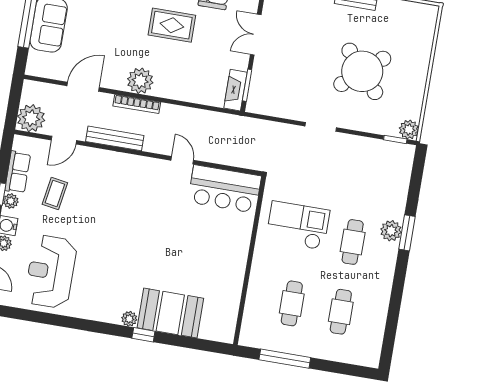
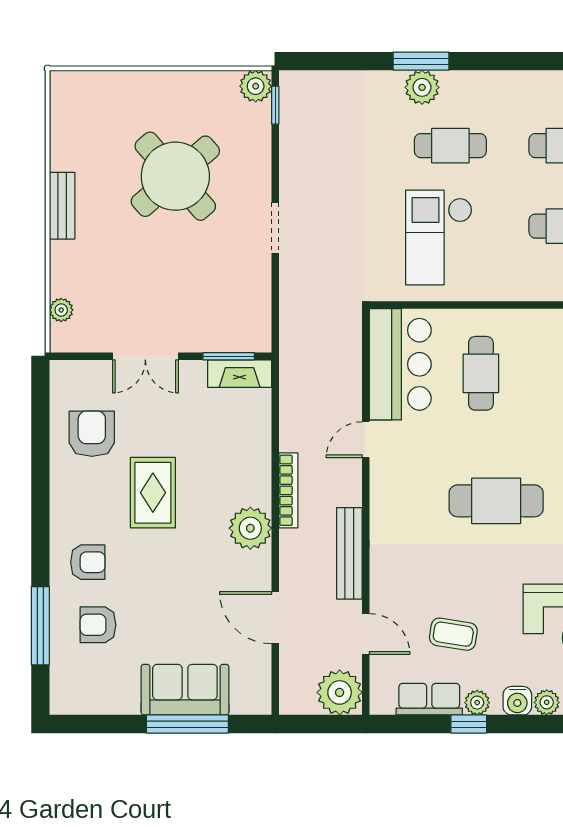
bookcase: (137, 104) -> (288, 490), moved
cafe table: (132, 233) -> (496, 501), added
cafe table: (211, 237) -> (481, 373), added

